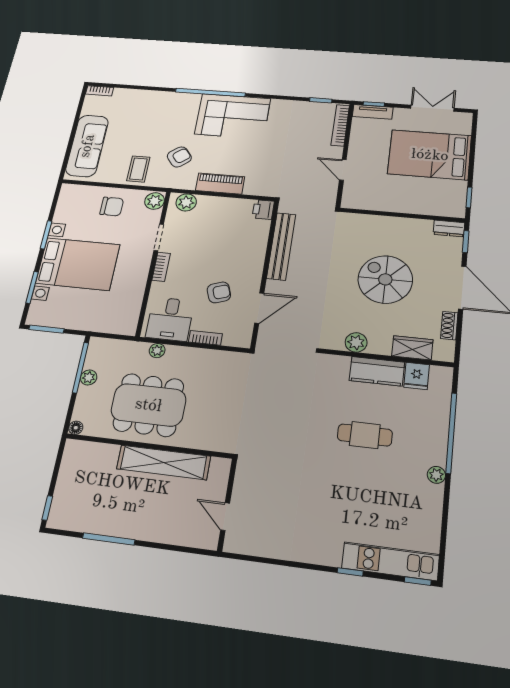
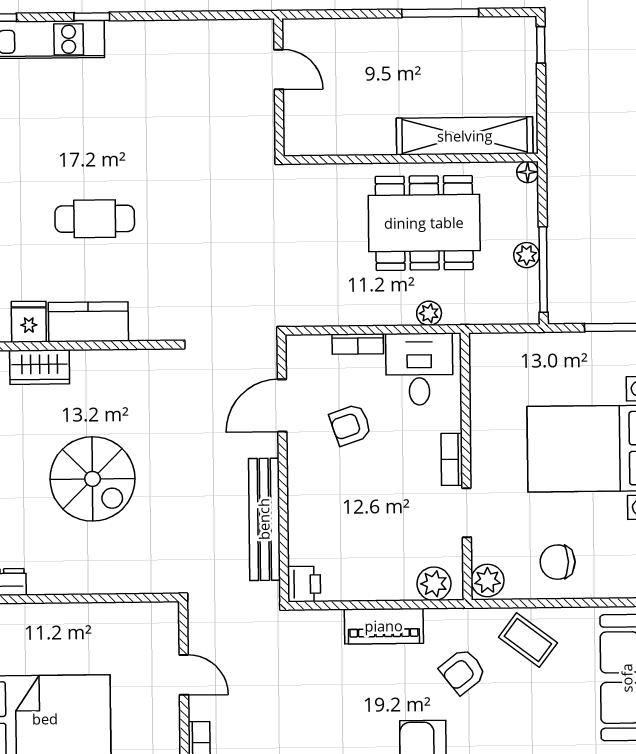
coffee table: (138, 169) -> (528, 640), turned -53
plant: (356, 342) -> (125, 365), removed
shelving: (164, 462) -> (465, 136), moved

